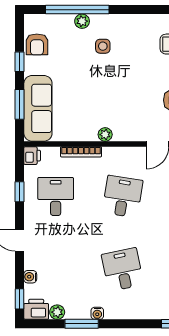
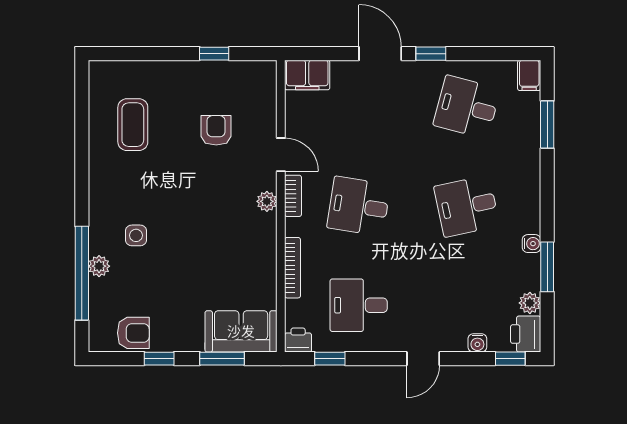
sofa: (38, 108) -> (241, 331), width x0.73
plant: (105, 135) -> (267, 201), moved
bookcase: (130, 152) -> (293, 196), added
window: (20, 192) -> (330, 359), moved

